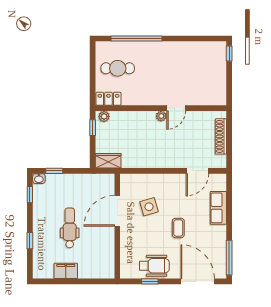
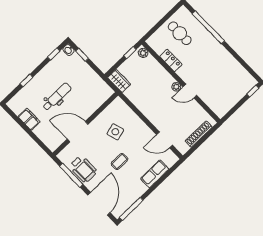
locker: (108, 99) -> (171, 60), moved
door: (117, 211) -> (78, 132), moved
window: (150, 281) -> (71, 175), width x2.17

